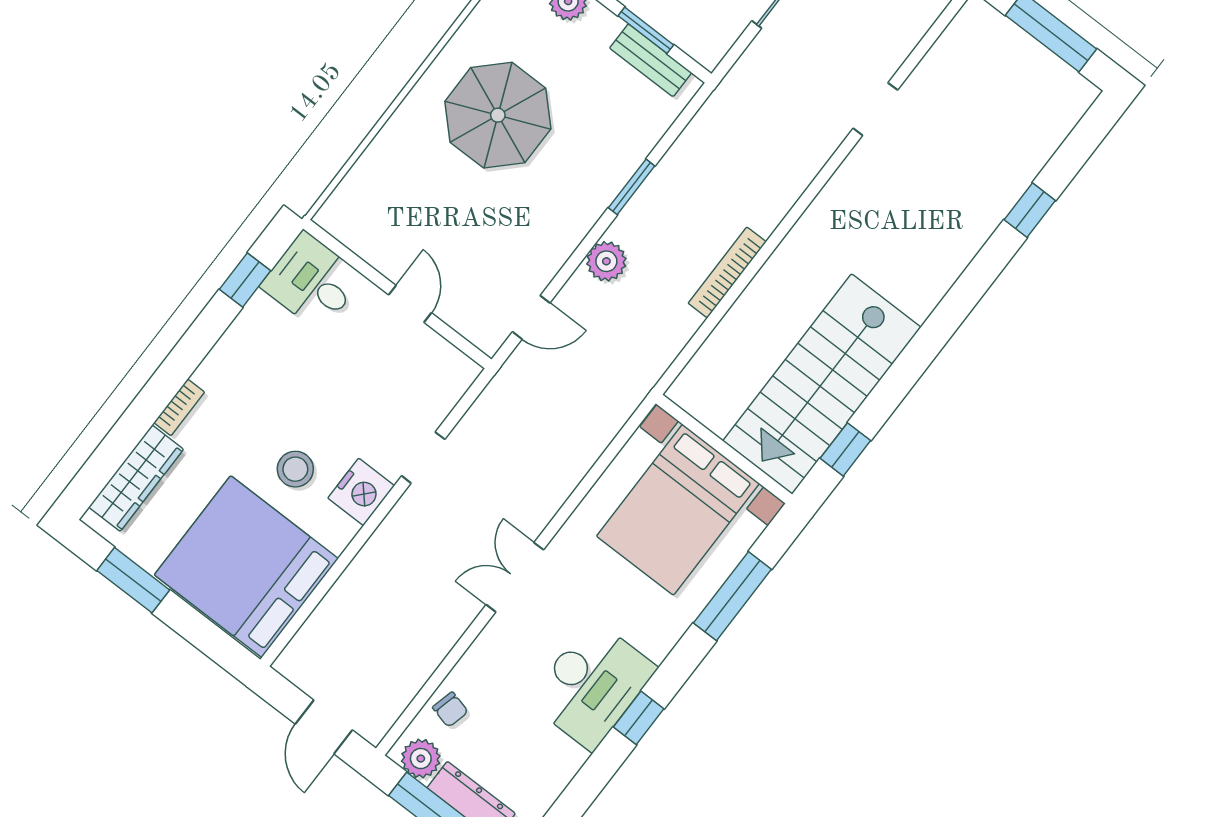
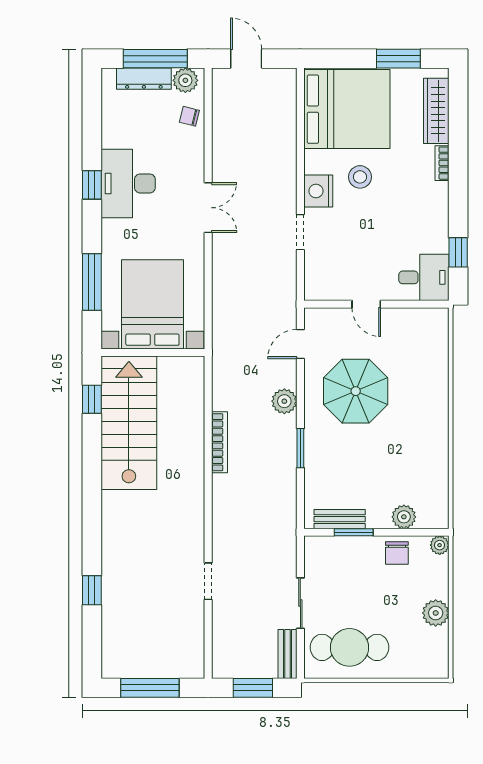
parasol: (498, 115) -> (356, 391), moved

